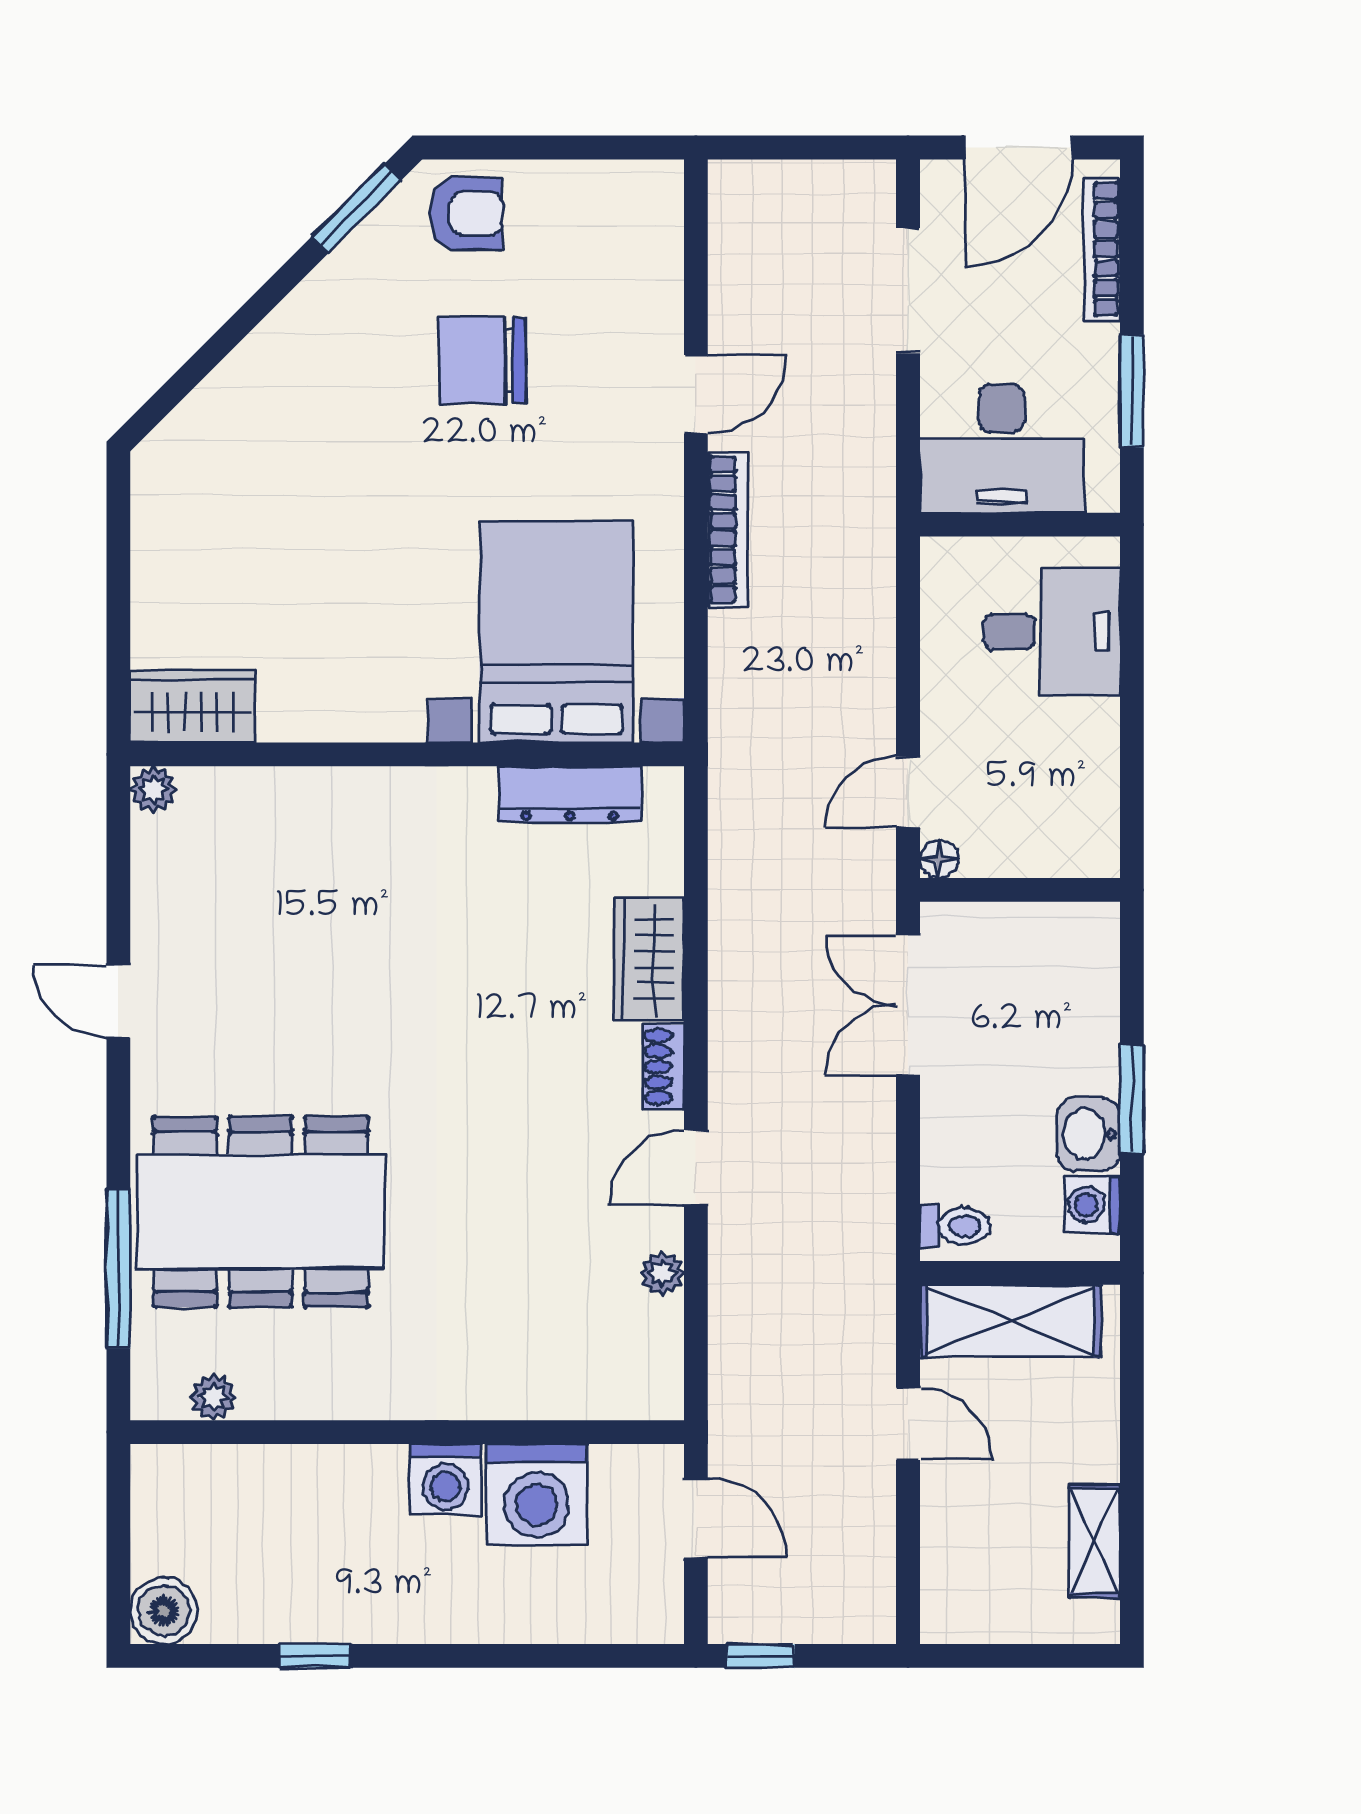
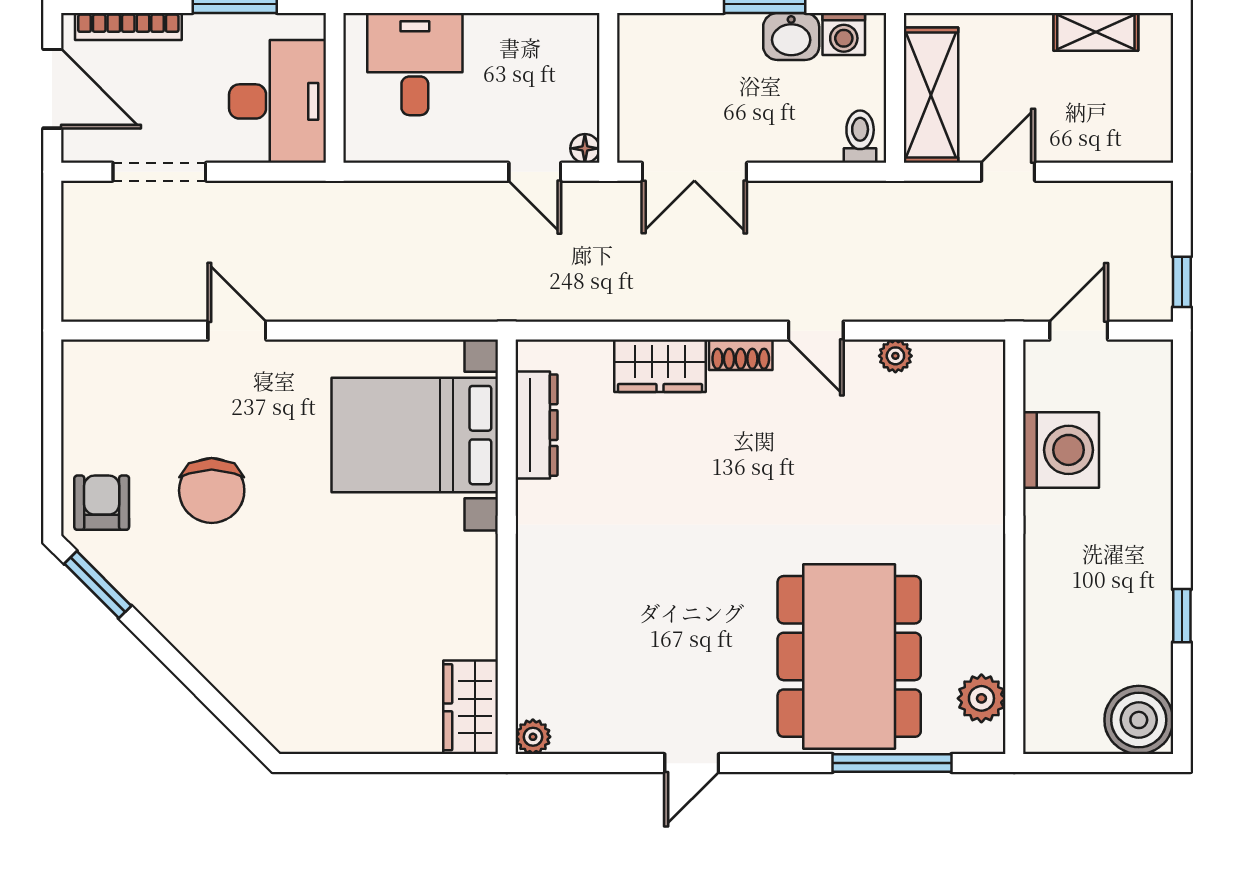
bookcase: (727, 530) -> (338, 307), removed
plant: (213, 1397) -> (981, 698), width x1.38, depth x1.38
washing machine: (446, 1479) -> (1050, 518), removed
boiler: (164, 1611) -> (1139, 720), width x1.37, depth x1.37

